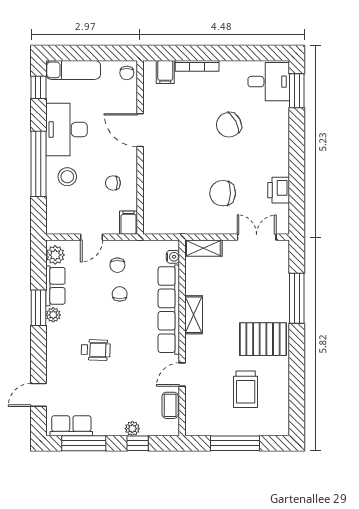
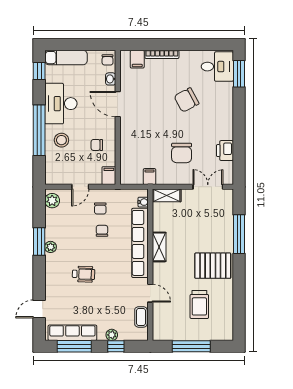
washbasin: (131, 98) -> (111, 79), added
chair: (223, 193) -> (182, 153), turned -92
filing cabinet: (181, 224) -> (150, 177), added
row of seats: (55, 286) -> (52, 225), removed
door: (182, 375) -> (150, 293), swing flipped
row of seats: (71, 426) -> (72, 333), width x1.48

